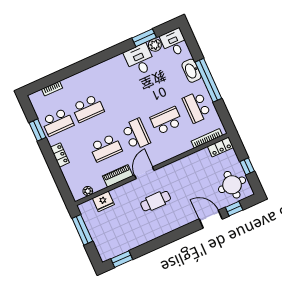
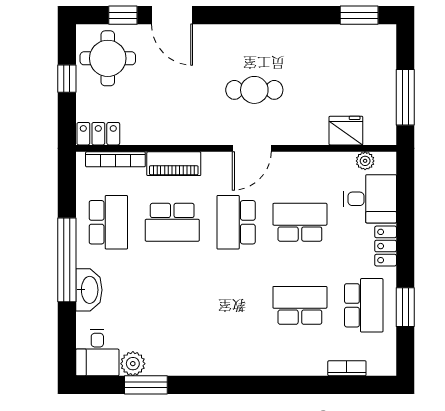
desk: (140, 60) -> (370, 199), moved, turned -90
school desk: (58, 122) -> (364, 305), turned 90
piano: (118, 176) -> (174, 164), moved

